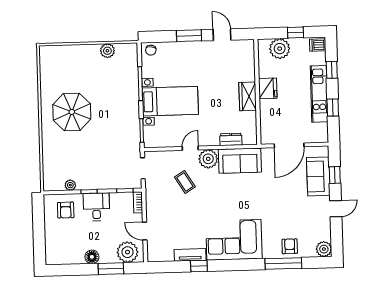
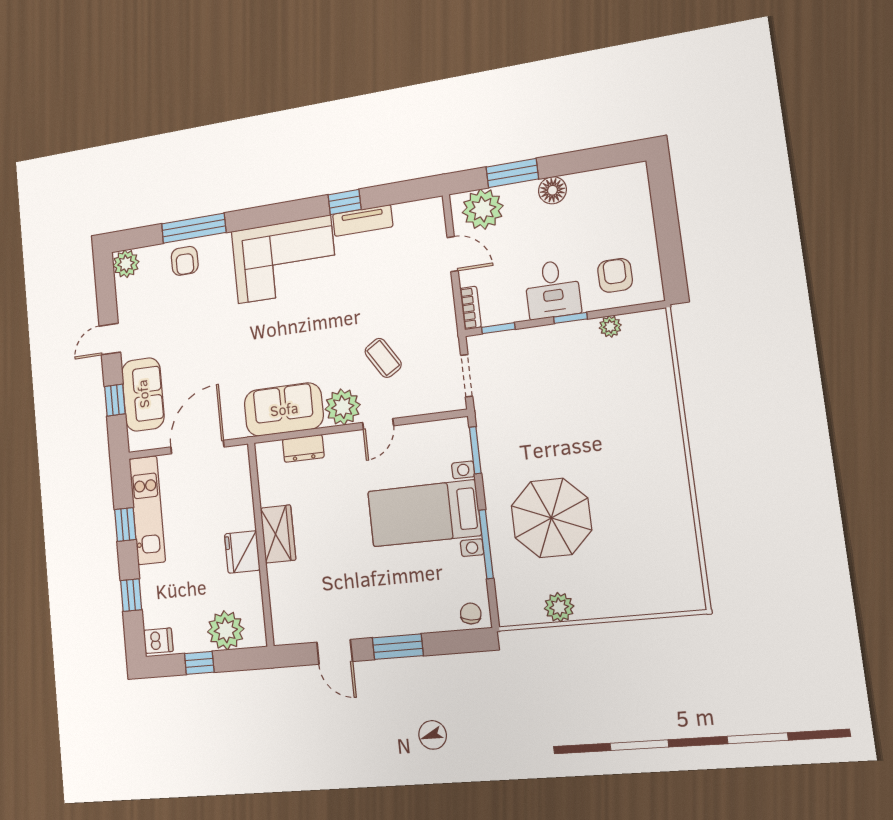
kitchen unit: (319, 94) -> (147, 510), moved
parasol: (72, 112) -> (551, 518), moved

